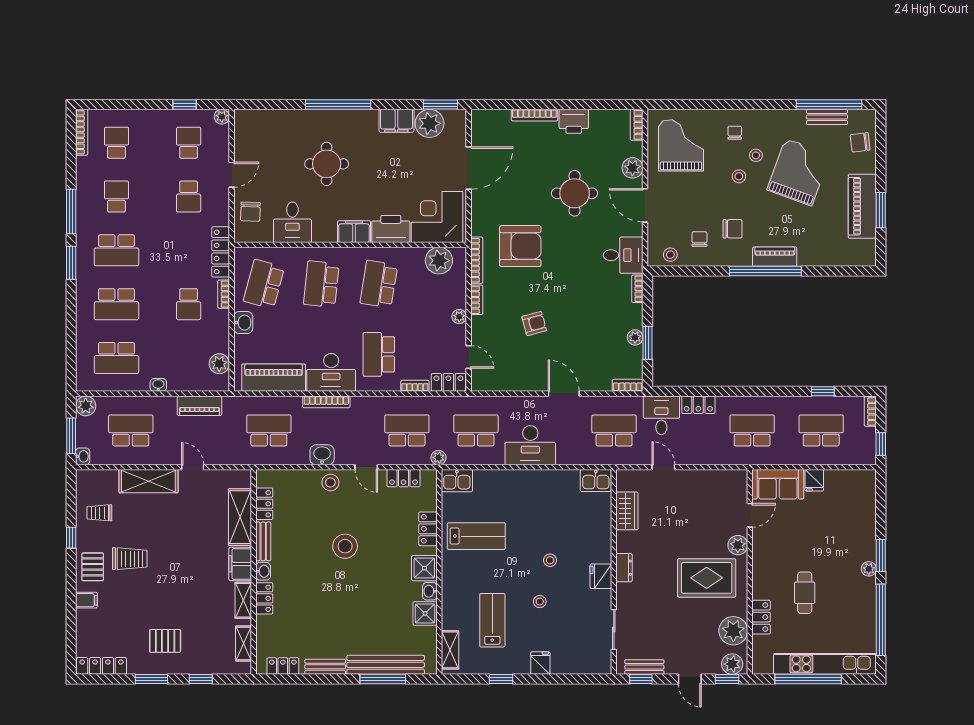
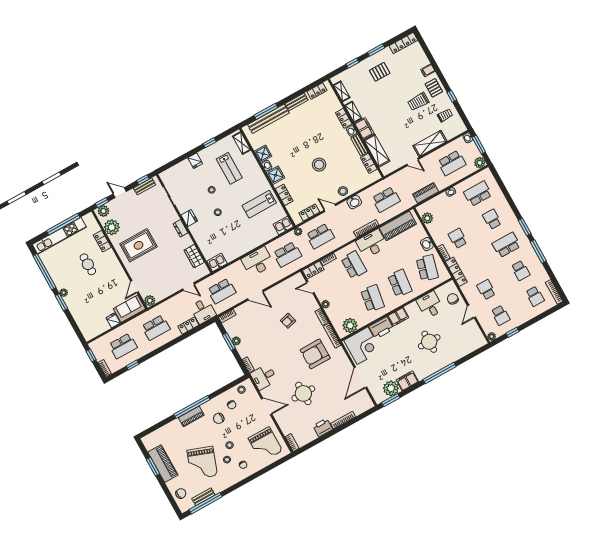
plant: (632, 168) -> (282, 421), removed
school desk: (116, 304) -> (492, 219), width x0.54
plant: (738, 545) -> (150, 301), moved

